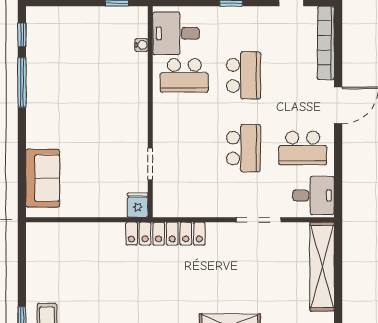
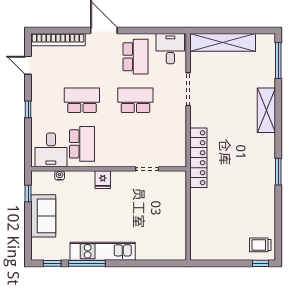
kitchen unit: (38, 103) -> (103, 251), added
sofa: (43, 178) -> (43, 216), moved, turned 90
fridge: (138, 205) -> (103, 180), moved, turned -90

